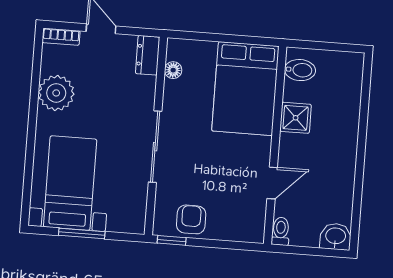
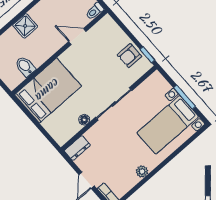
floor lamp: (173, 70) -> (84, 120), moved
bidet: (300, 70) -> (25, 66), moved
plant: (56, 93) -> (142, 172), width x0.53, depth x0.53
shower: (296, 118) -> (25, 26), moved

